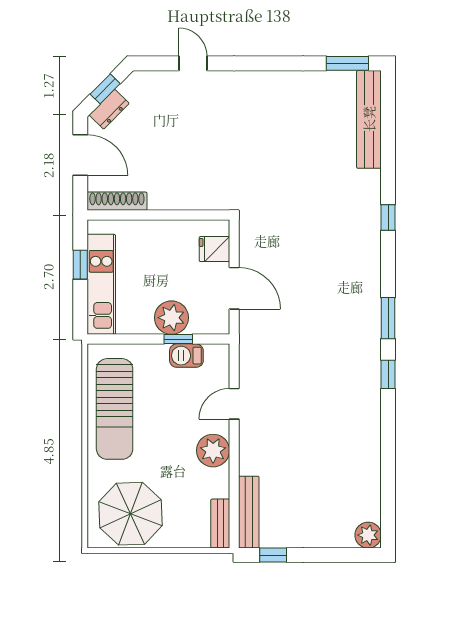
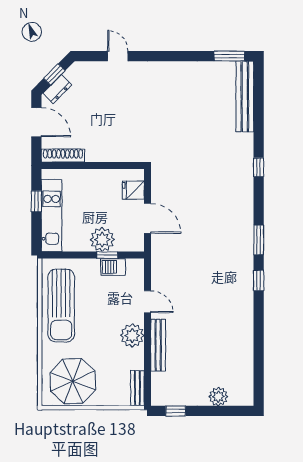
door: (234, 404) -> (147, 302), swing flipped
bench: (249, 512) -> (158, 345), moved
plant: (368, 535) -> (218, 397), moved

